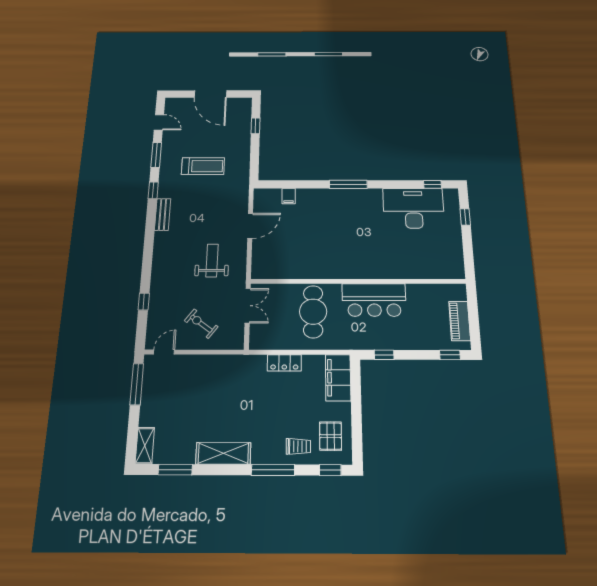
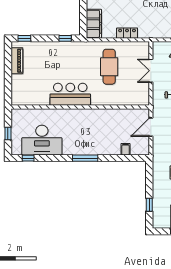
wall: (358, 281) -> (80, 107), moved
bar counter: (374, 300) -> (70, 94), moved

